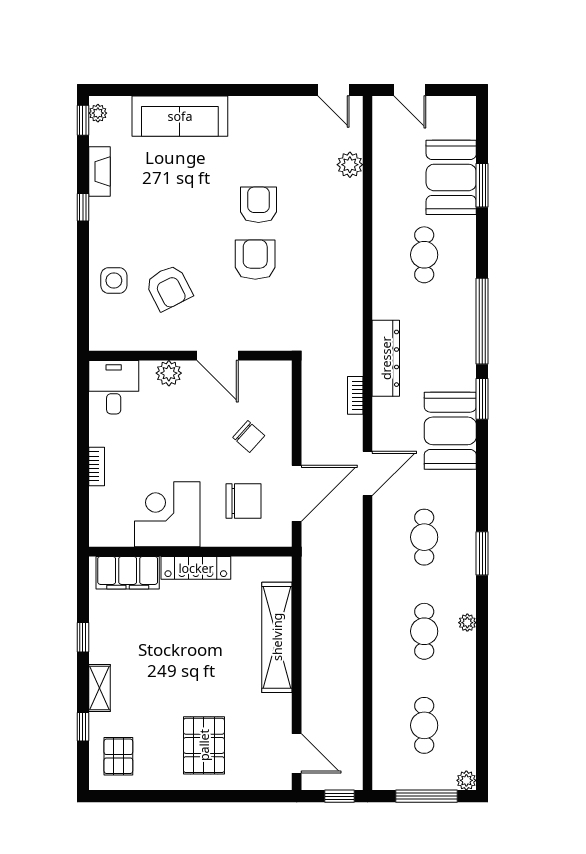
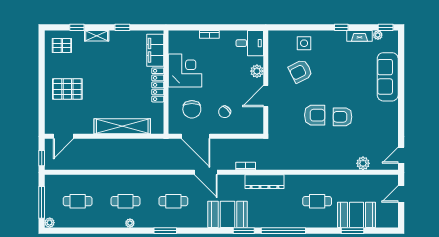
plant: (98, 113) -> (378, 35), moved
armchair: (259, 205) -> (343, 117), turned 180

